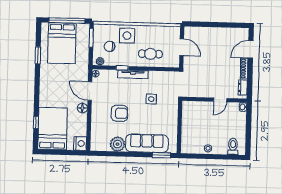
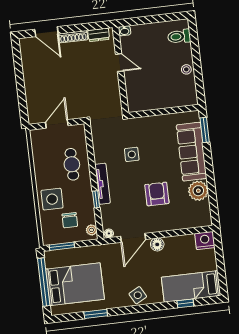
side table: (47, 88) -> (138, 295), added
bed: (53, 129) -> (191, 286), width x0.67

